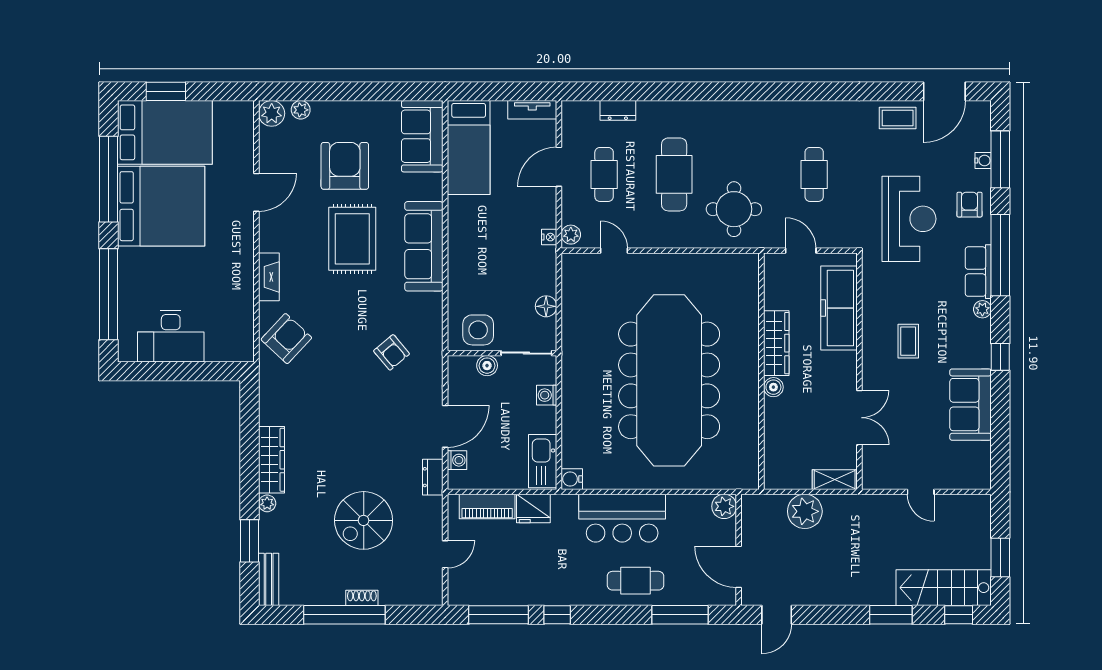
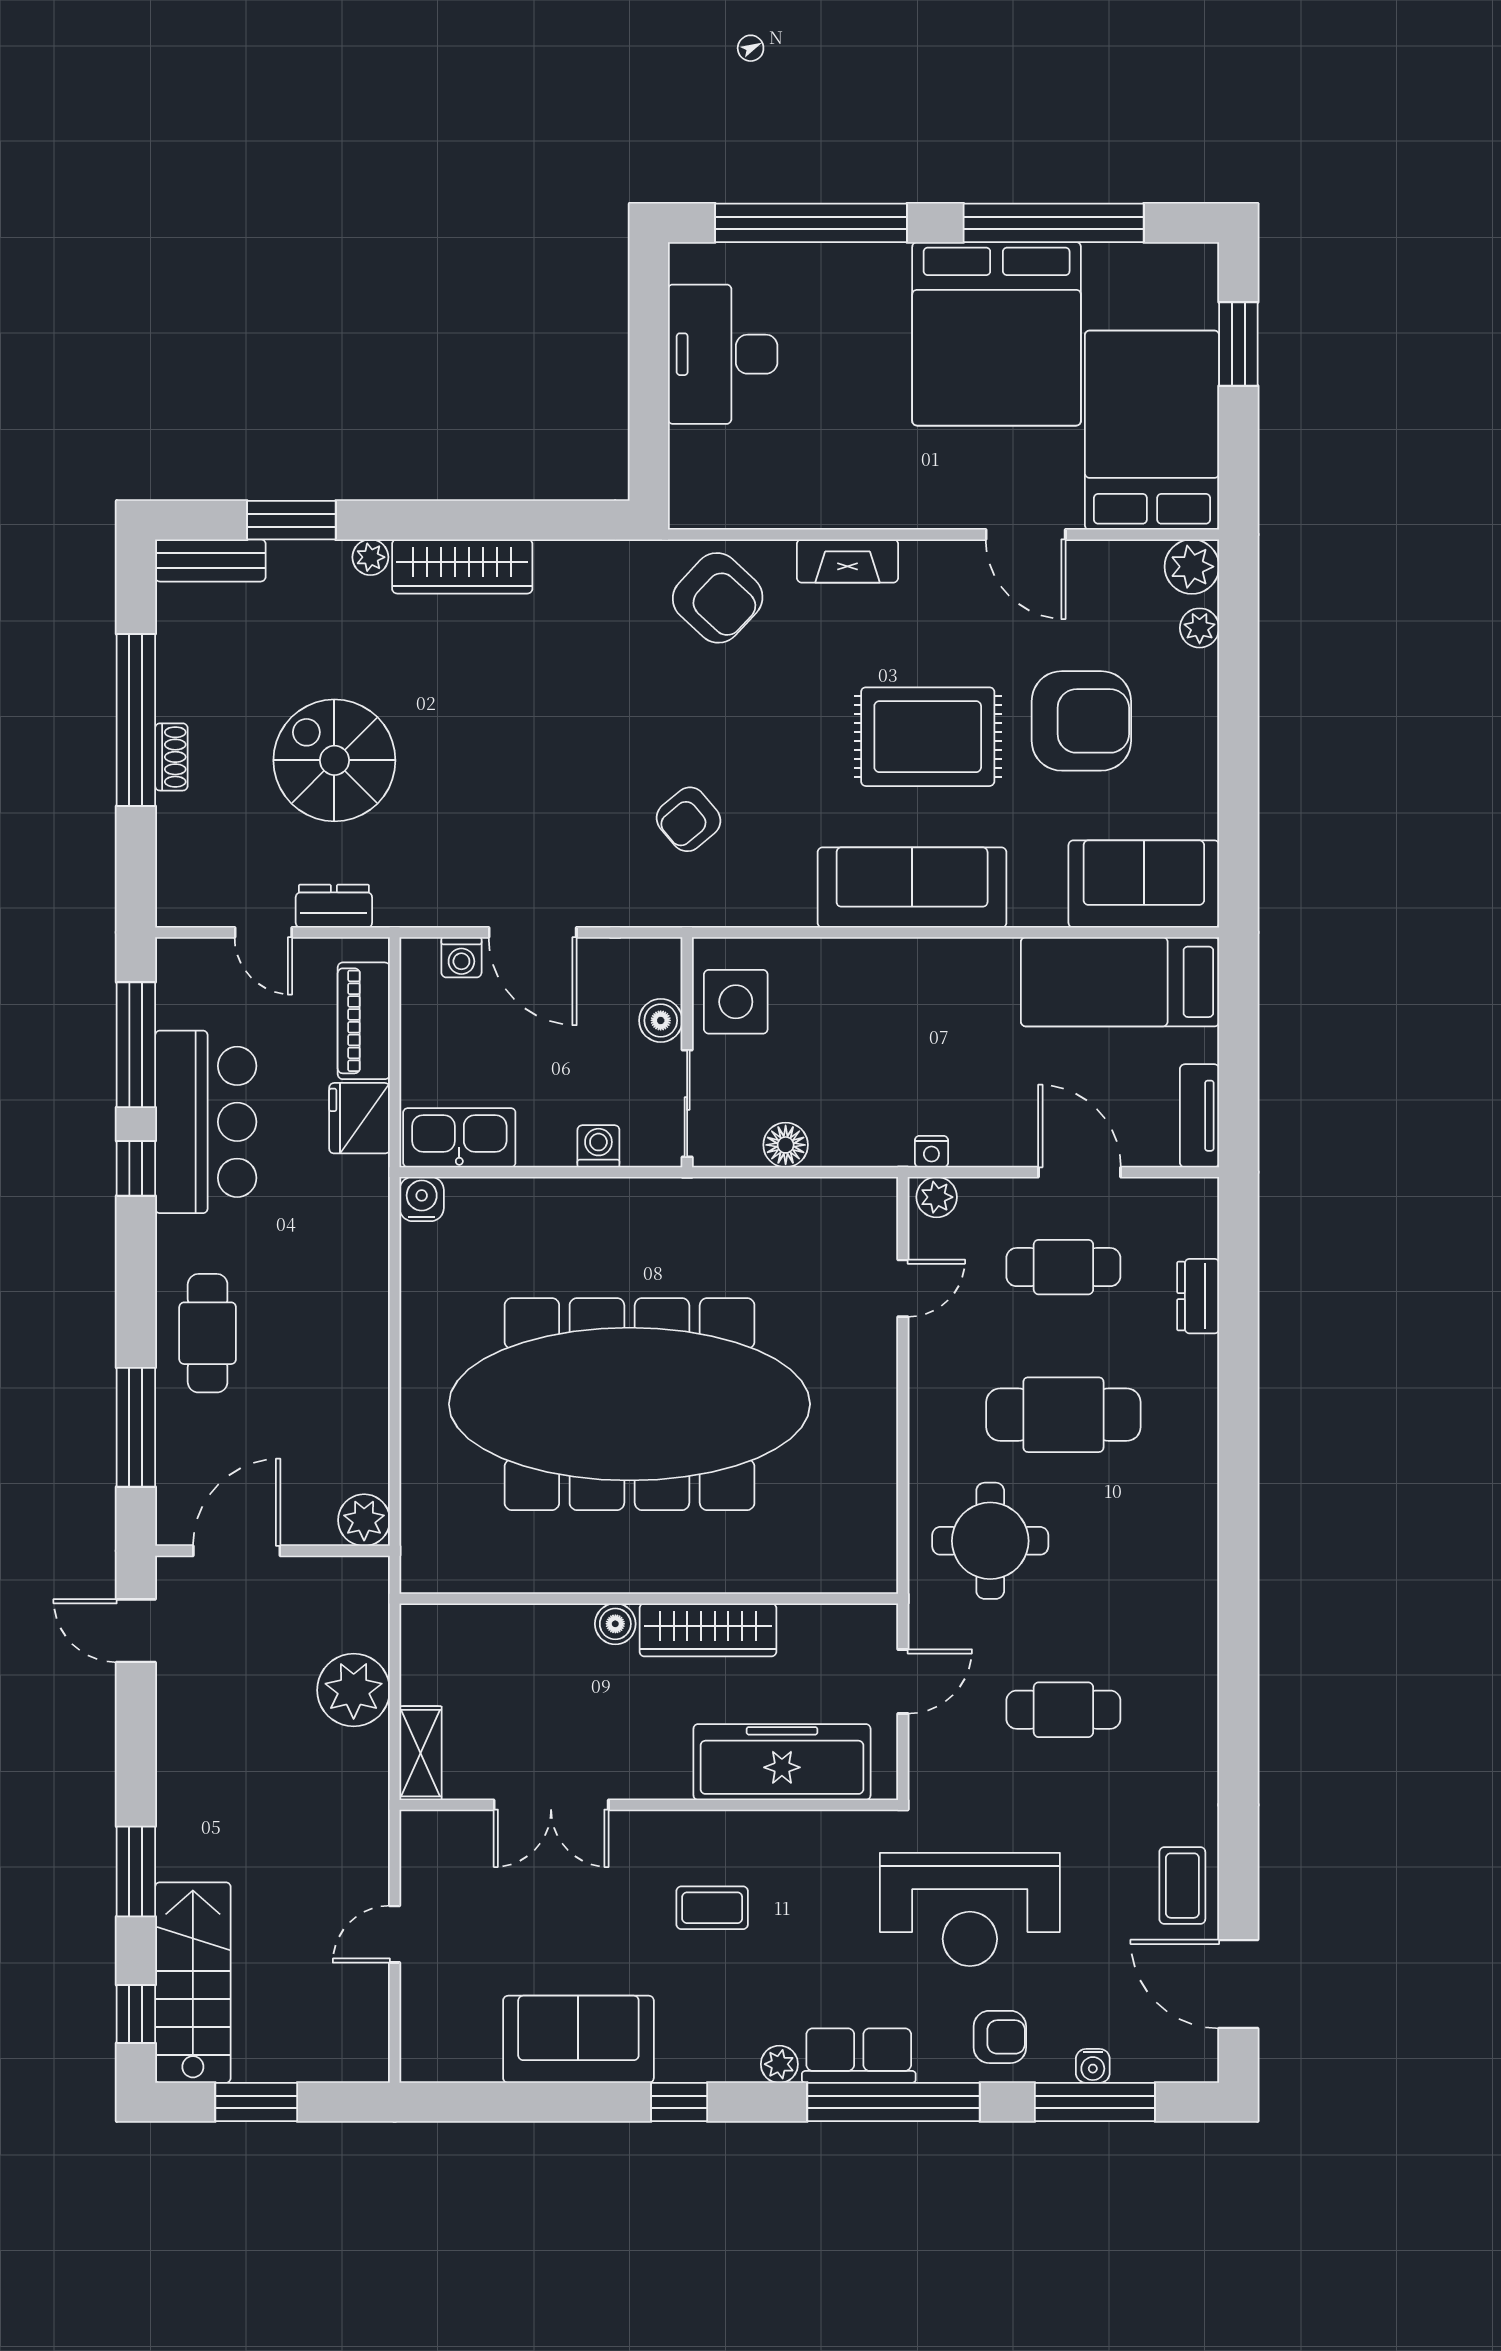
bed: (165, 132) -> (1152, 430), moved, turned 180
dresser: (433, 477) -> (334, 906), moved
bar counter: (622, 518) -> (206, 1122), moved, turned 180

